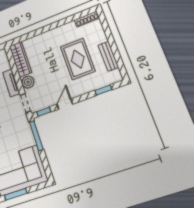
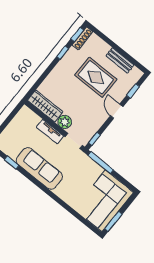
window: (84, 13) -> (77, 34), added
window: (62, 22) -> (63, 53), added
door: (65, 104) -> (117, 111), moved

